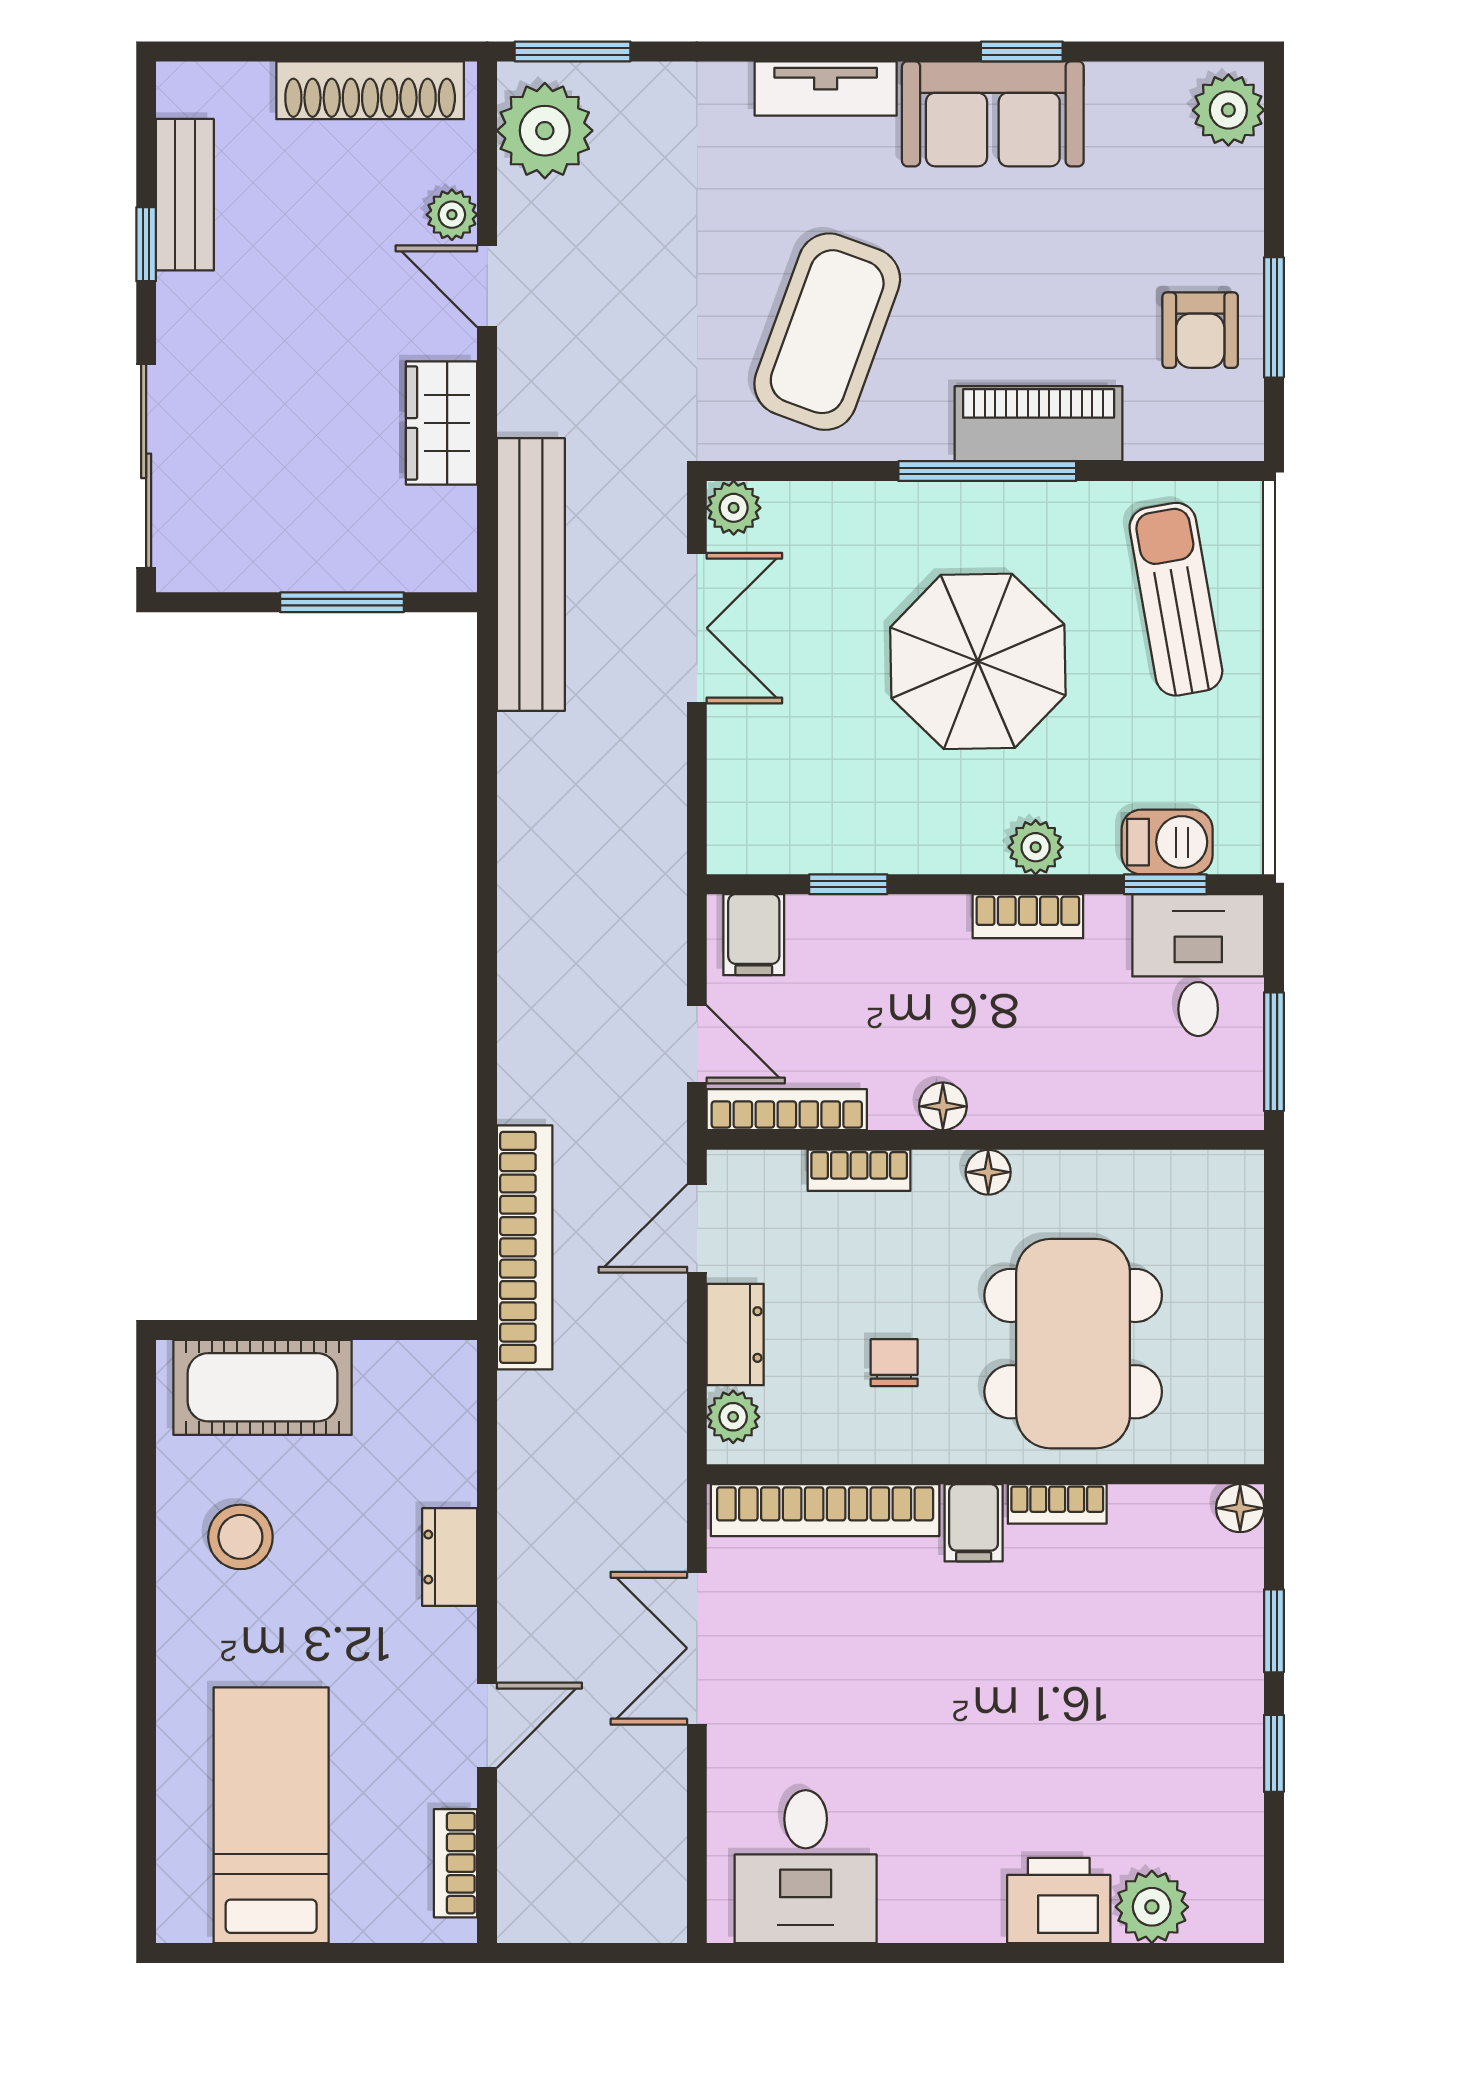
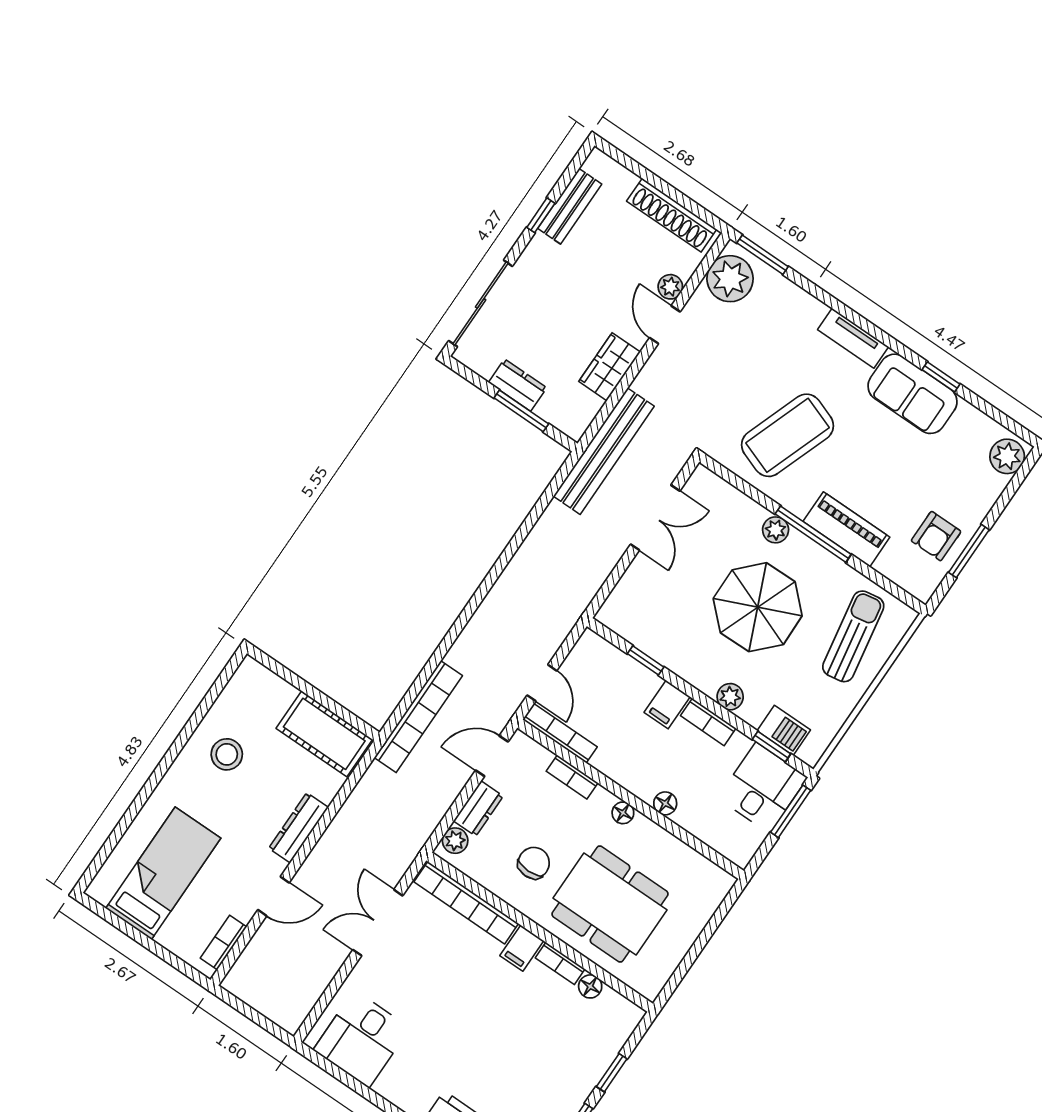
plant: (734, 508) -> (776, 530), moved
dresser: (306, 562) -> (518, 385), added
filing cabinet: (754, 935) -> (667, 705), moved
window: (1274, 1052) -> (791, 811), moved
floor lamp: (943, 1106) -> (665, 803), moved
dining table: (1073, 1344) -> (610, 904), turned 90
chair: (894, 1363) -> (534, 863), width x1.37, depth x1.37
cot: (263, 1387) -> (324, 734), moved
floor lamp: (1240, 1508) -> (590, 986), moved
dresser: (450, 1557) -> (299, 828), width x1.44

